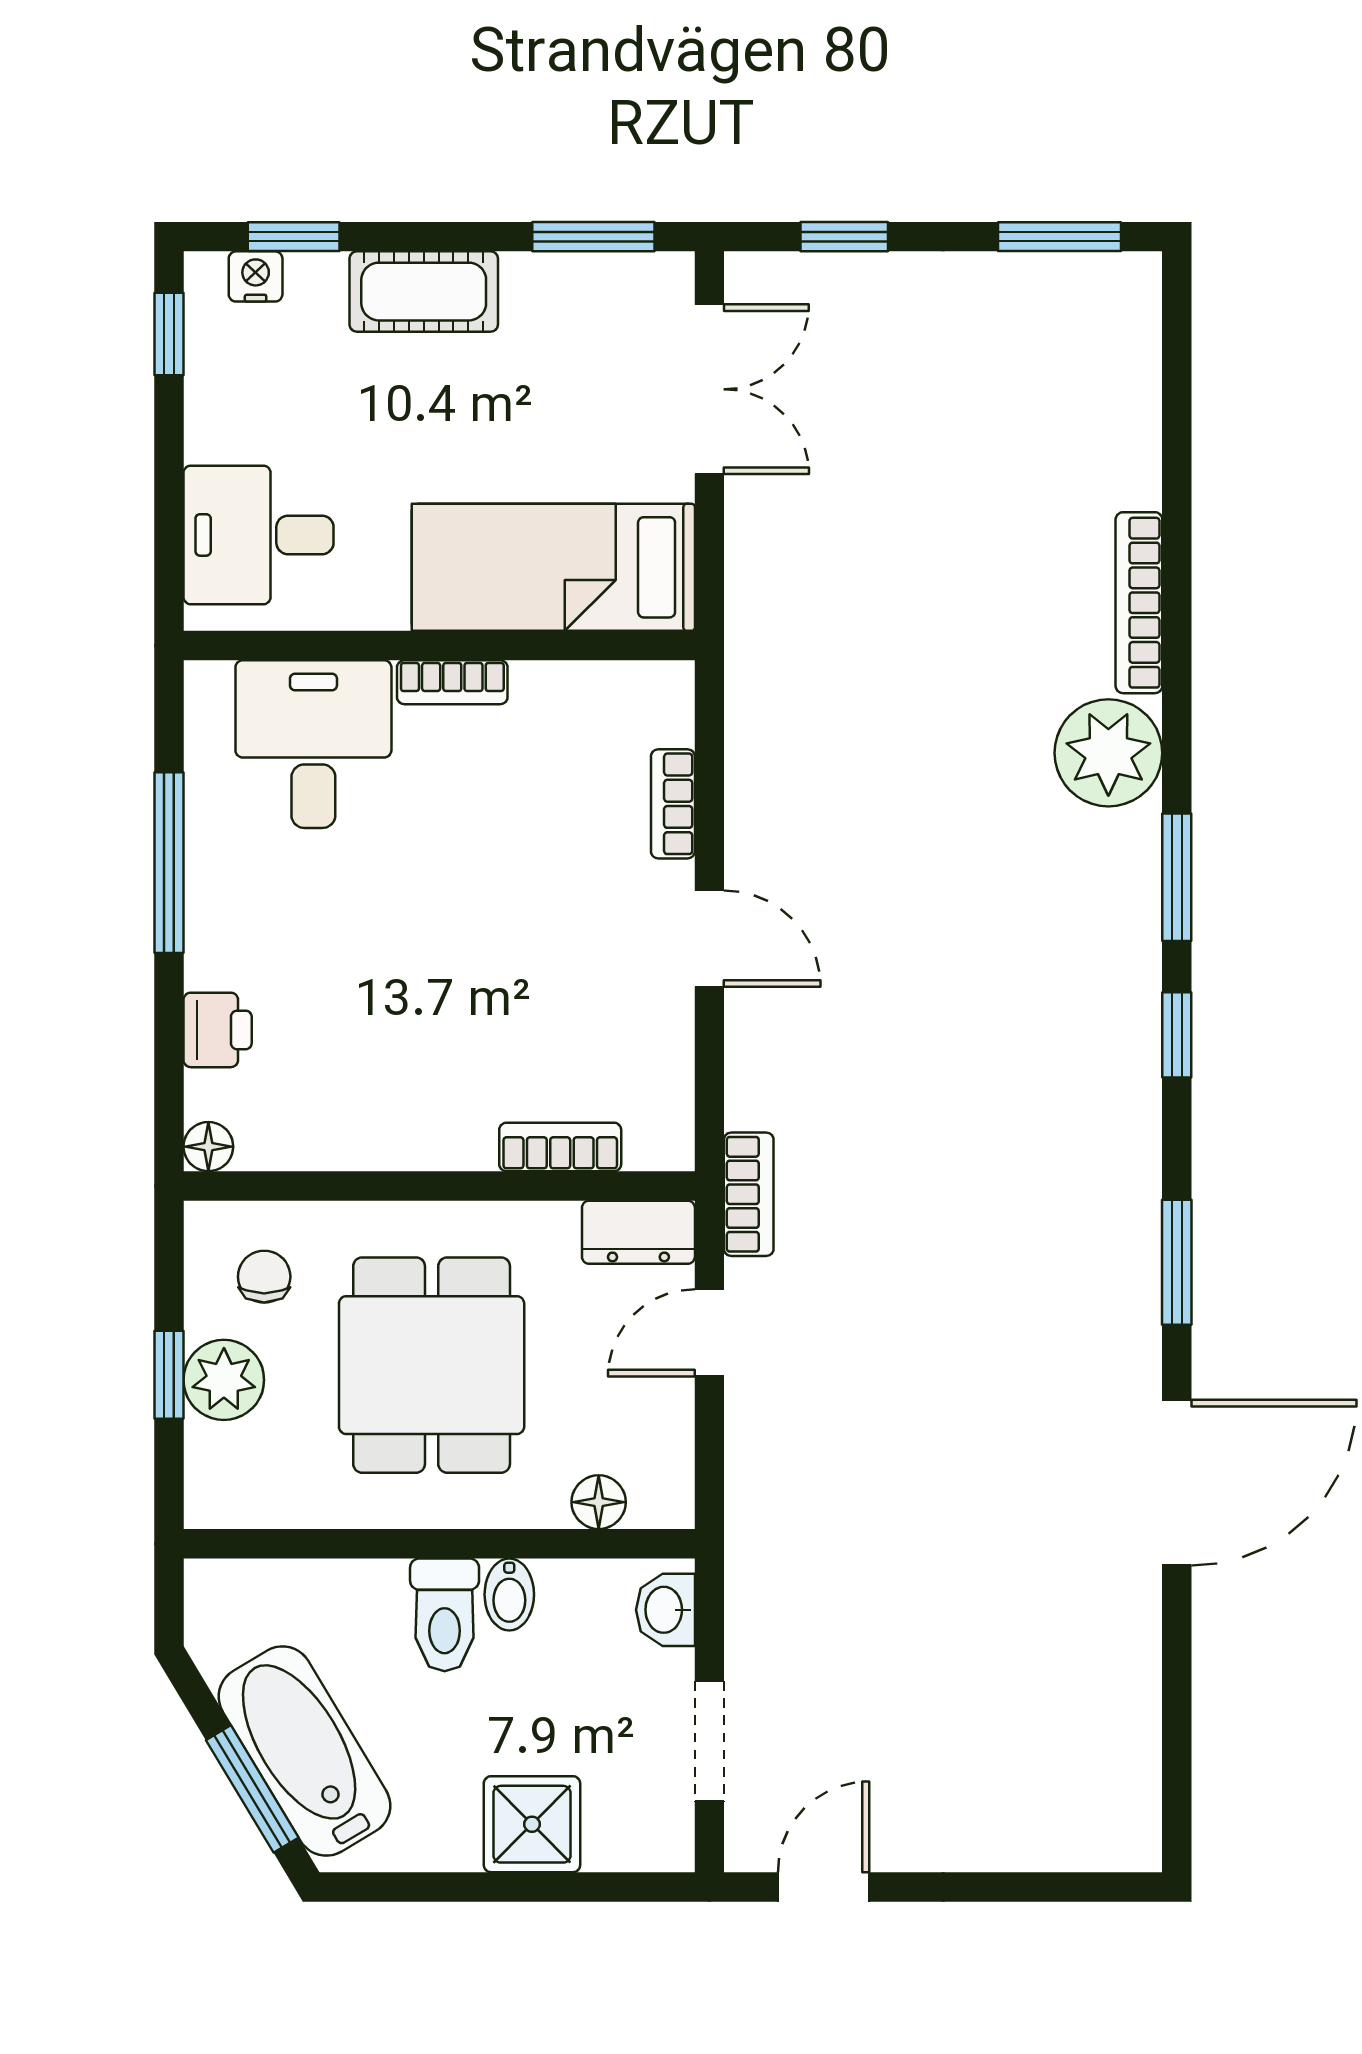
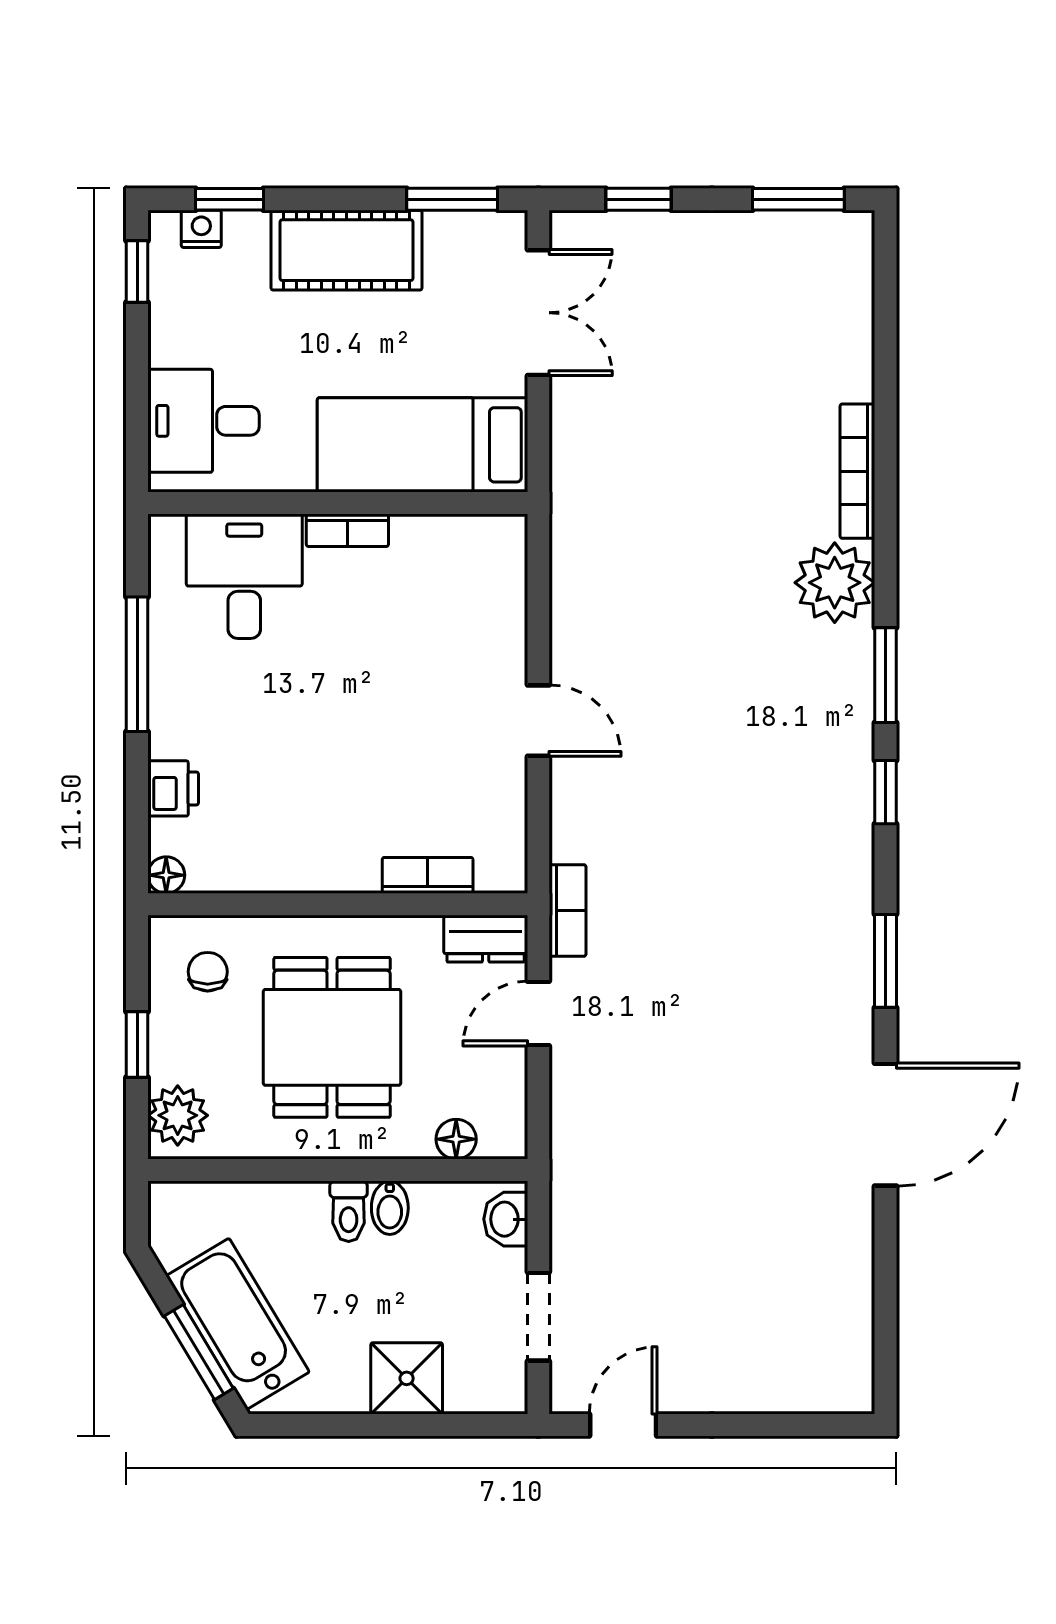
cot: (424, 292) -> (347, 250), width x1.37, depth x1.34
bookcase: (673, 804) -> (511, 621), removed
plant: (224, 1380) -> (178, 1115), moved
toilet: (445, 1615) -> (349, 1211), width x0.73, depth x0.72

